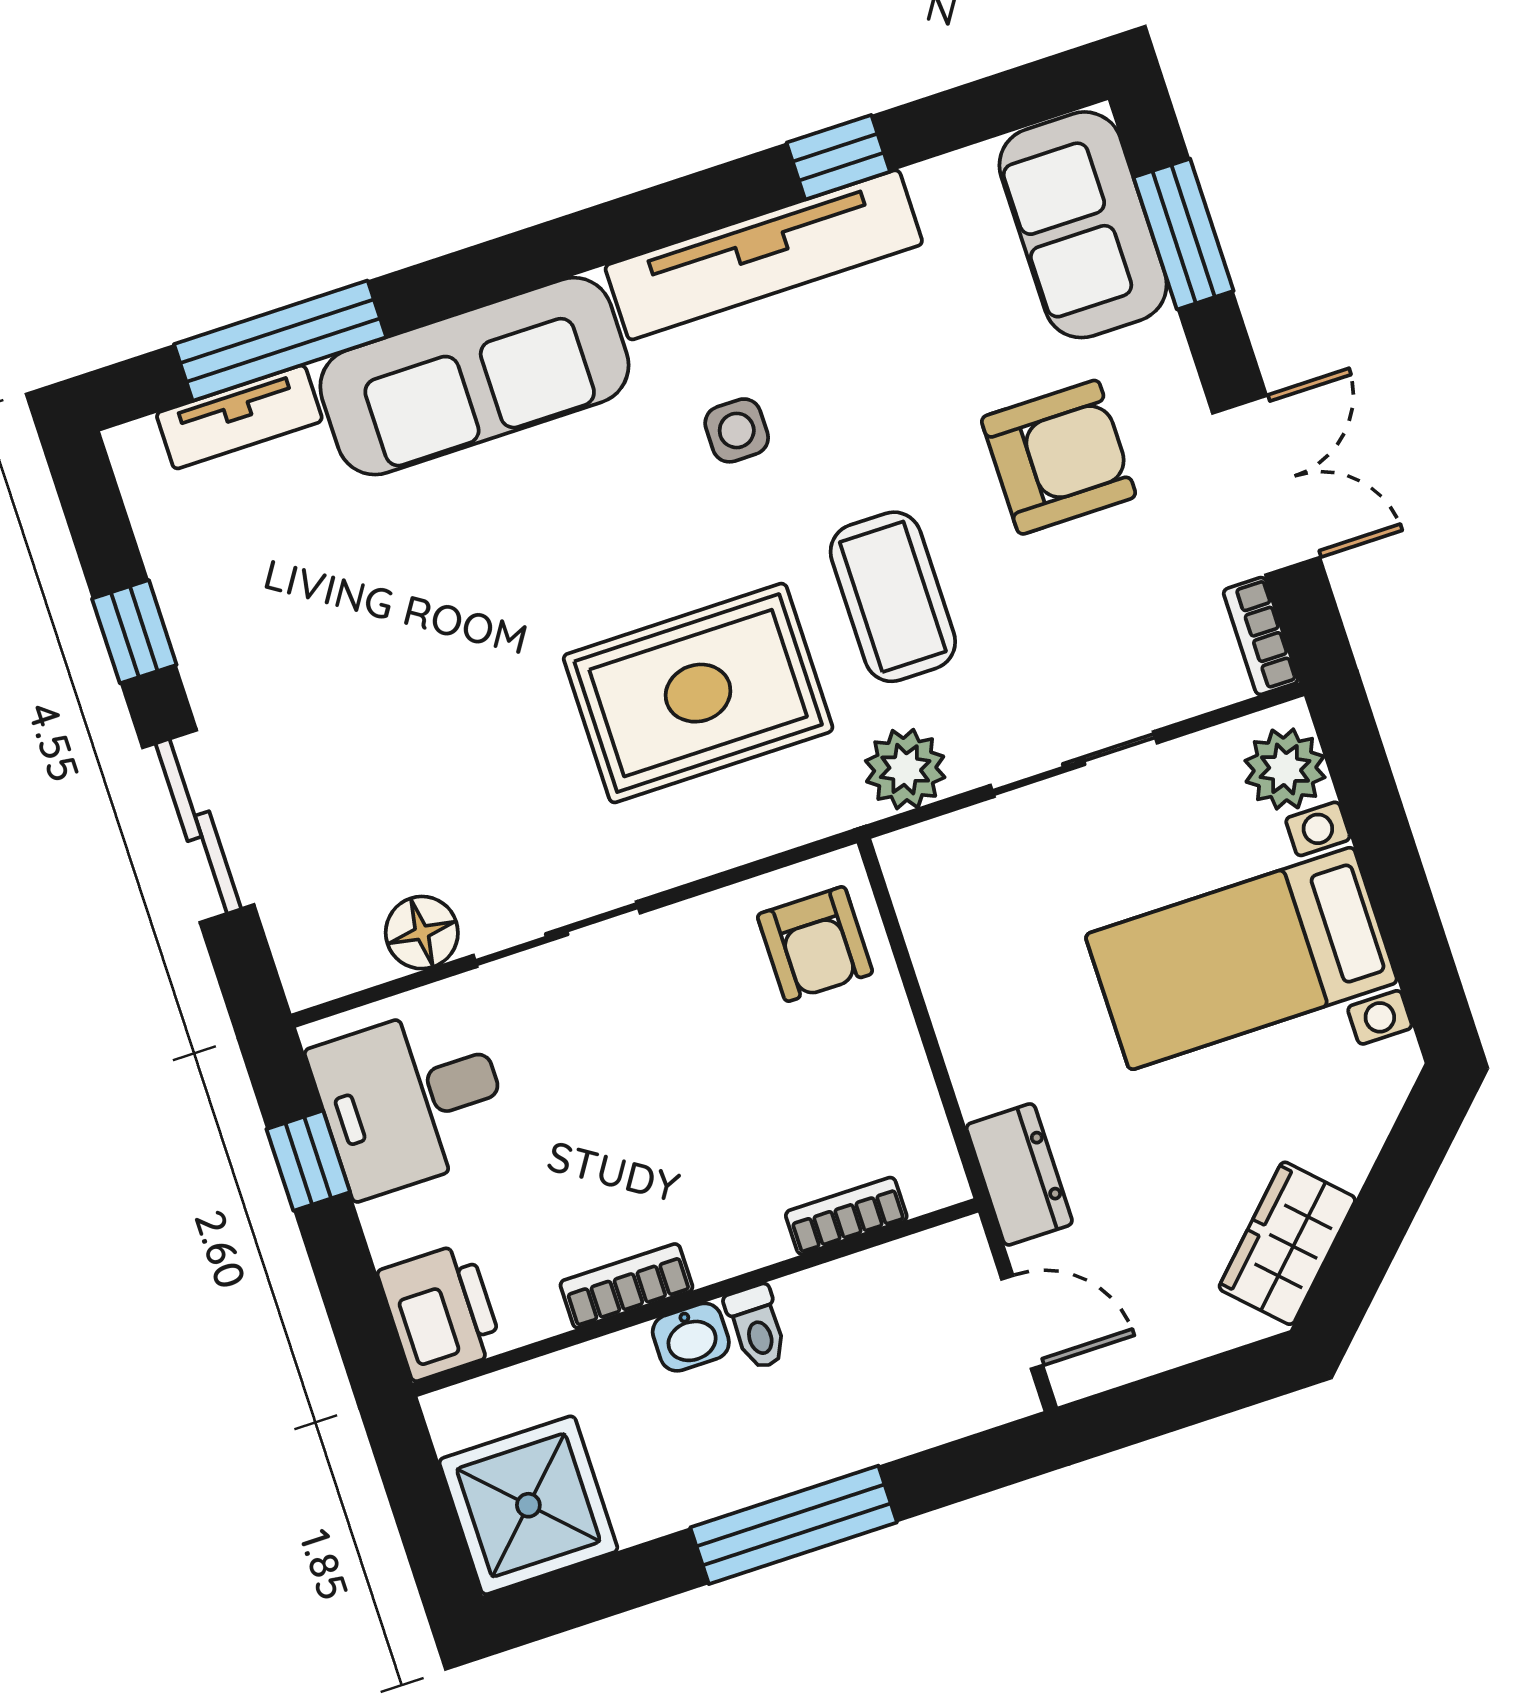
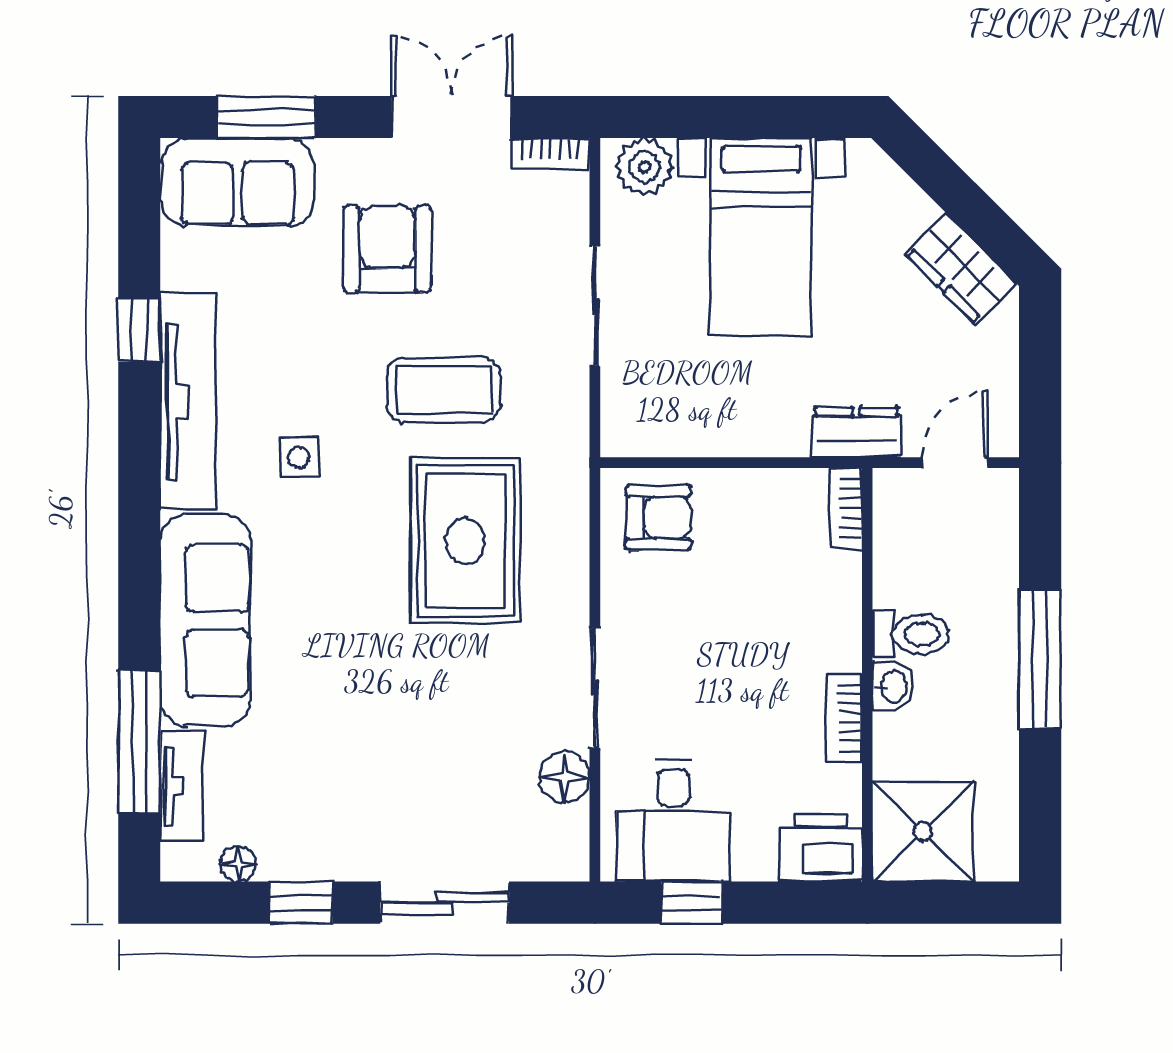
floor lamp: (159, 529) -> (238, 864), added
plant: (905, 769) -> (561, 419), removed
bookcase: (846, 1216) -> (846, 508), moved
toilet: (757, 1327) -> (911, 634), width x1.37, depth x1.39
shower: (528, 1505) -> (923, 831), moved

